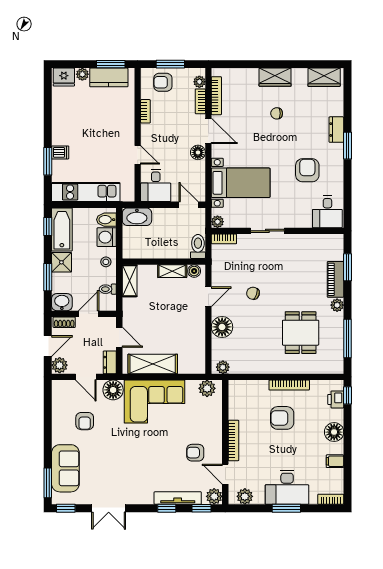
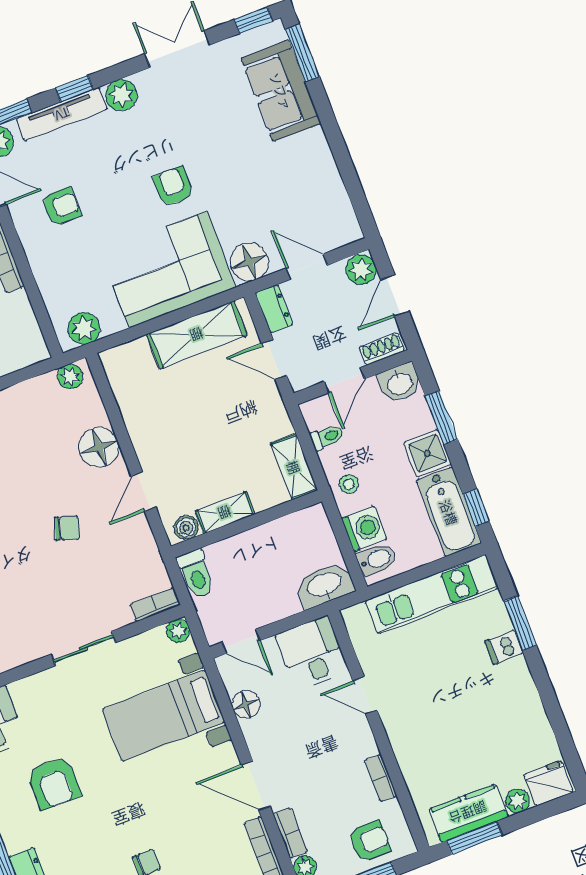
floor lamp: (198, 152) -> (246, 704), moved
armchair: (85, 421) -> (173, 186), moved
plant: (145, 496) -> (121, 95), added

